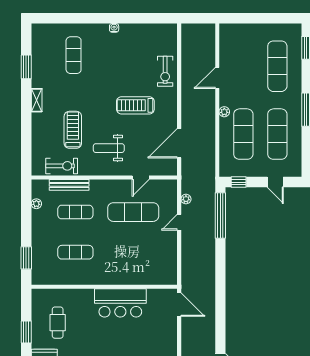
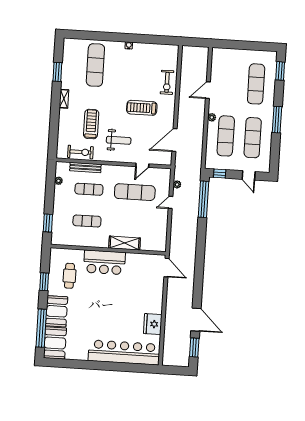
exercise mat: (74, 55) -> (95, 65), width x1.36, depth x1.45
weight bench: (109, 148) -> (119, 140), turned 180
shelving: (124, 277) -> (125, 243), added
bar counter: (120, 303) -> (104, 262), moved

